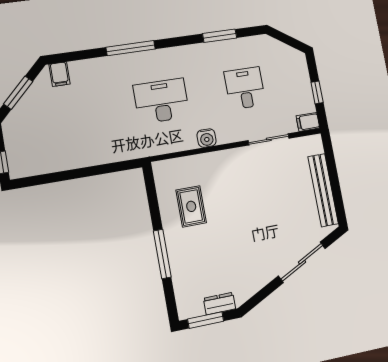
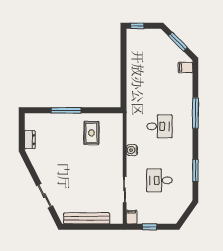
desk: (245, 88) -> (159, 180), turned 180
desk: (162, 101) -> (159, 126), width x0.73
rug: (191, 206) -> (91, 133), turned 90
sliding door: (302, 262) -> (45, 196), width x0.73
window: (206, 320) -> (22, 129), removed

